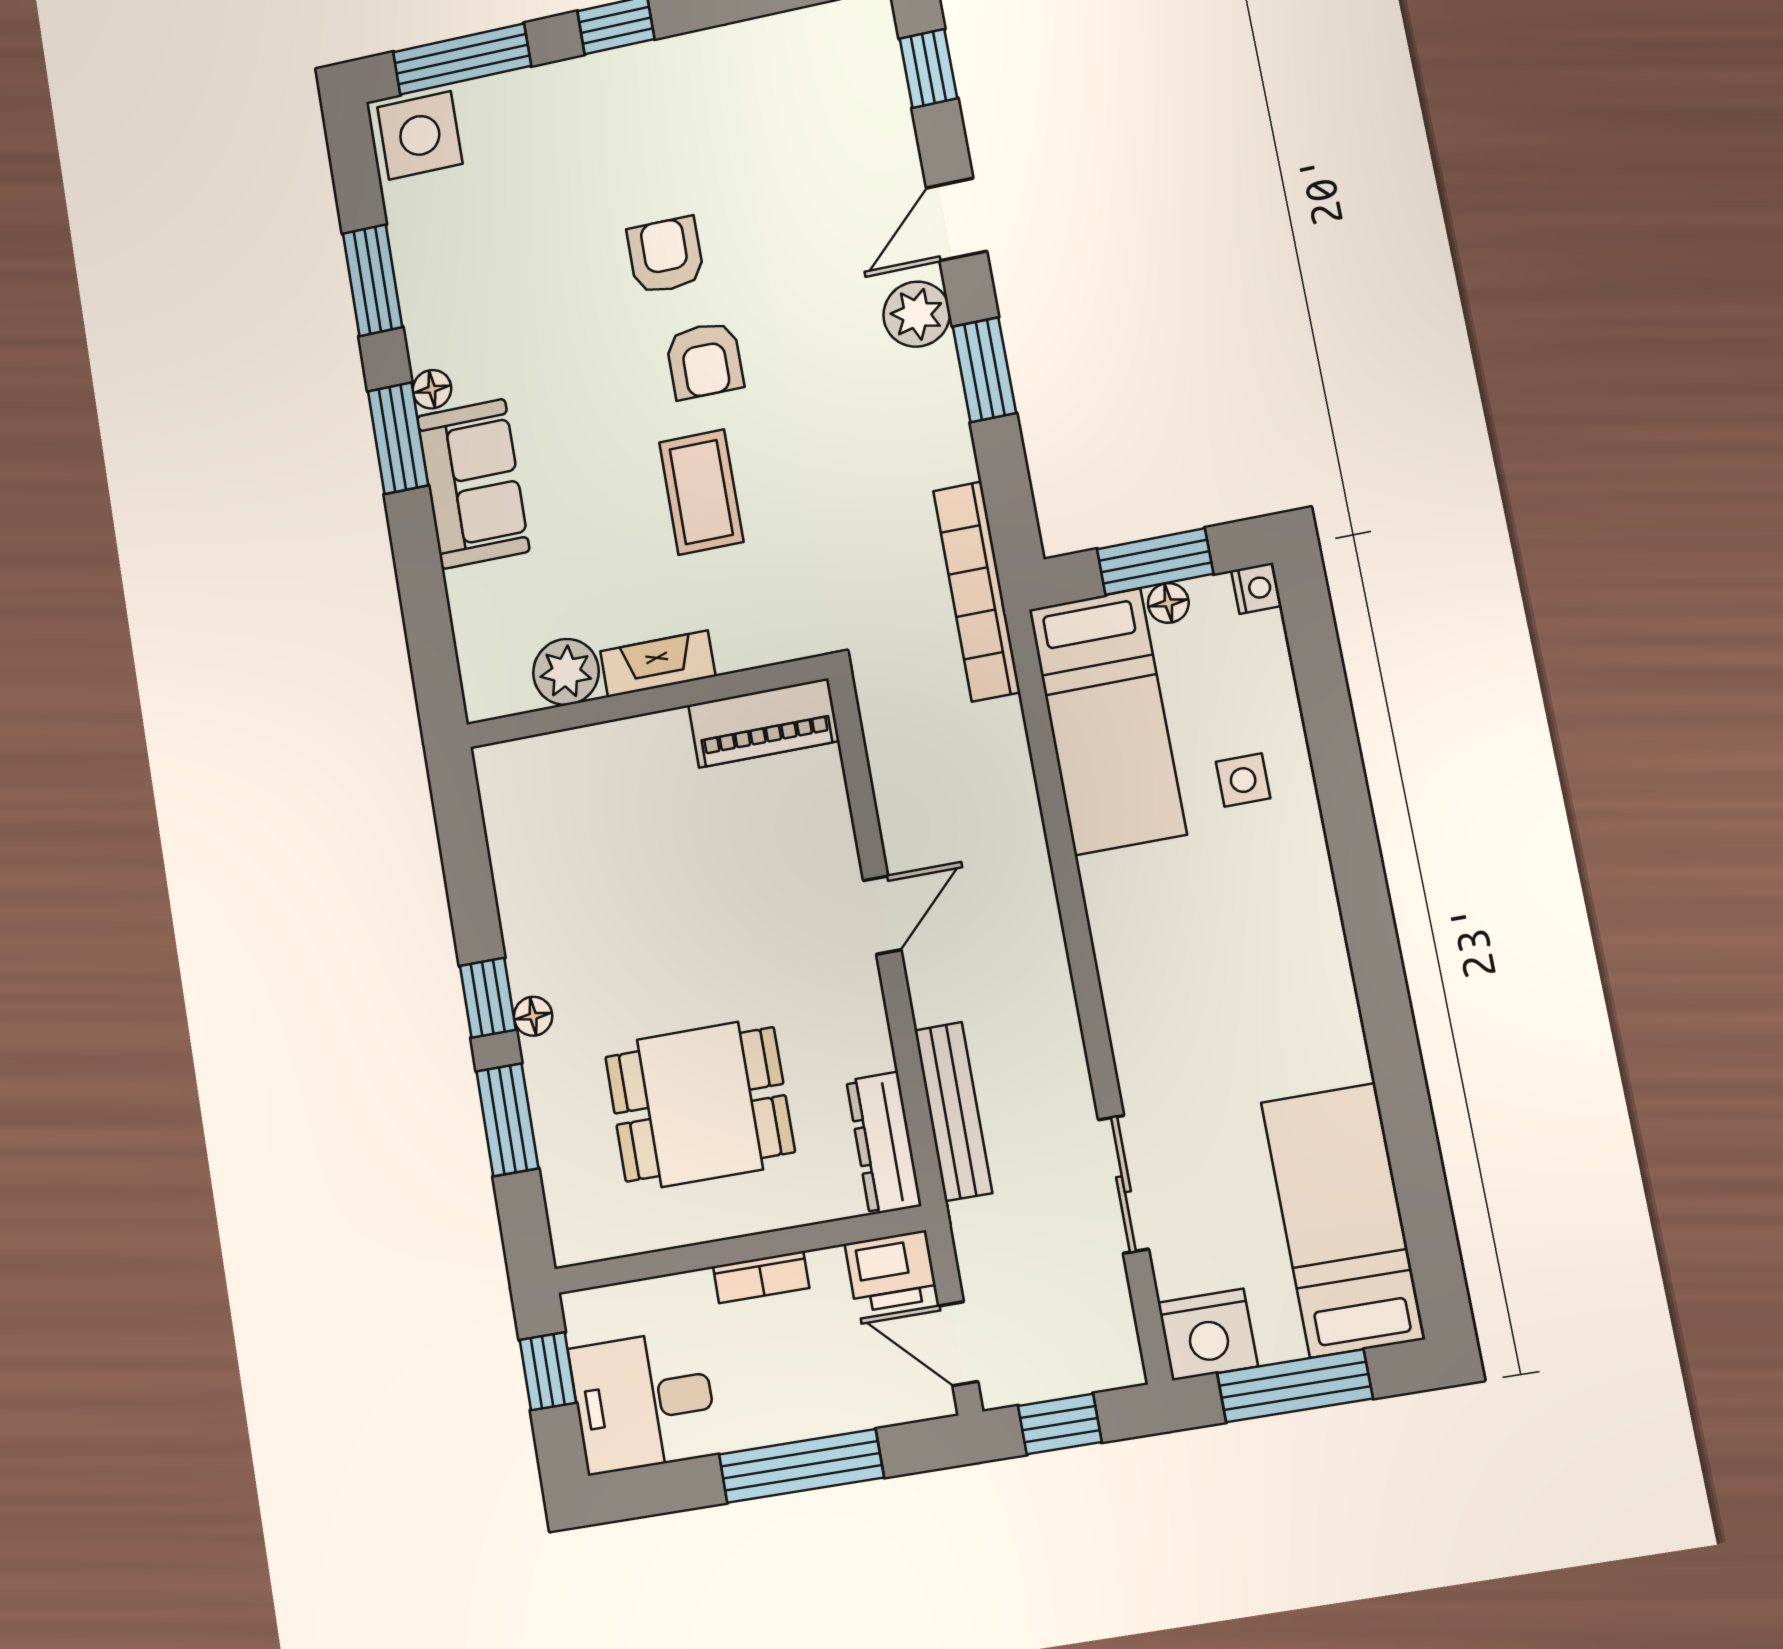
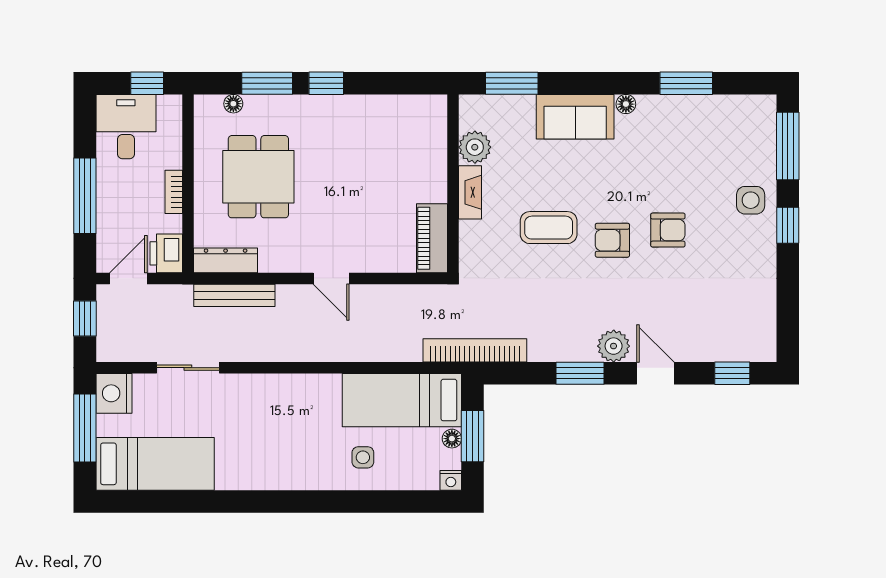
side table: (420, 135) -> (751, 200), moved, width x0.73, depth x0.73
window: (398, 438) -> (512, 83), moved
floor lamp: (533, 1016) -> (233, 104), moved

